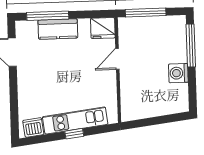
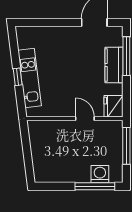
washing machine: (178, 73) -> (100, 174), moved
dishwasher: (33, 127) -> (25, 40), removed

